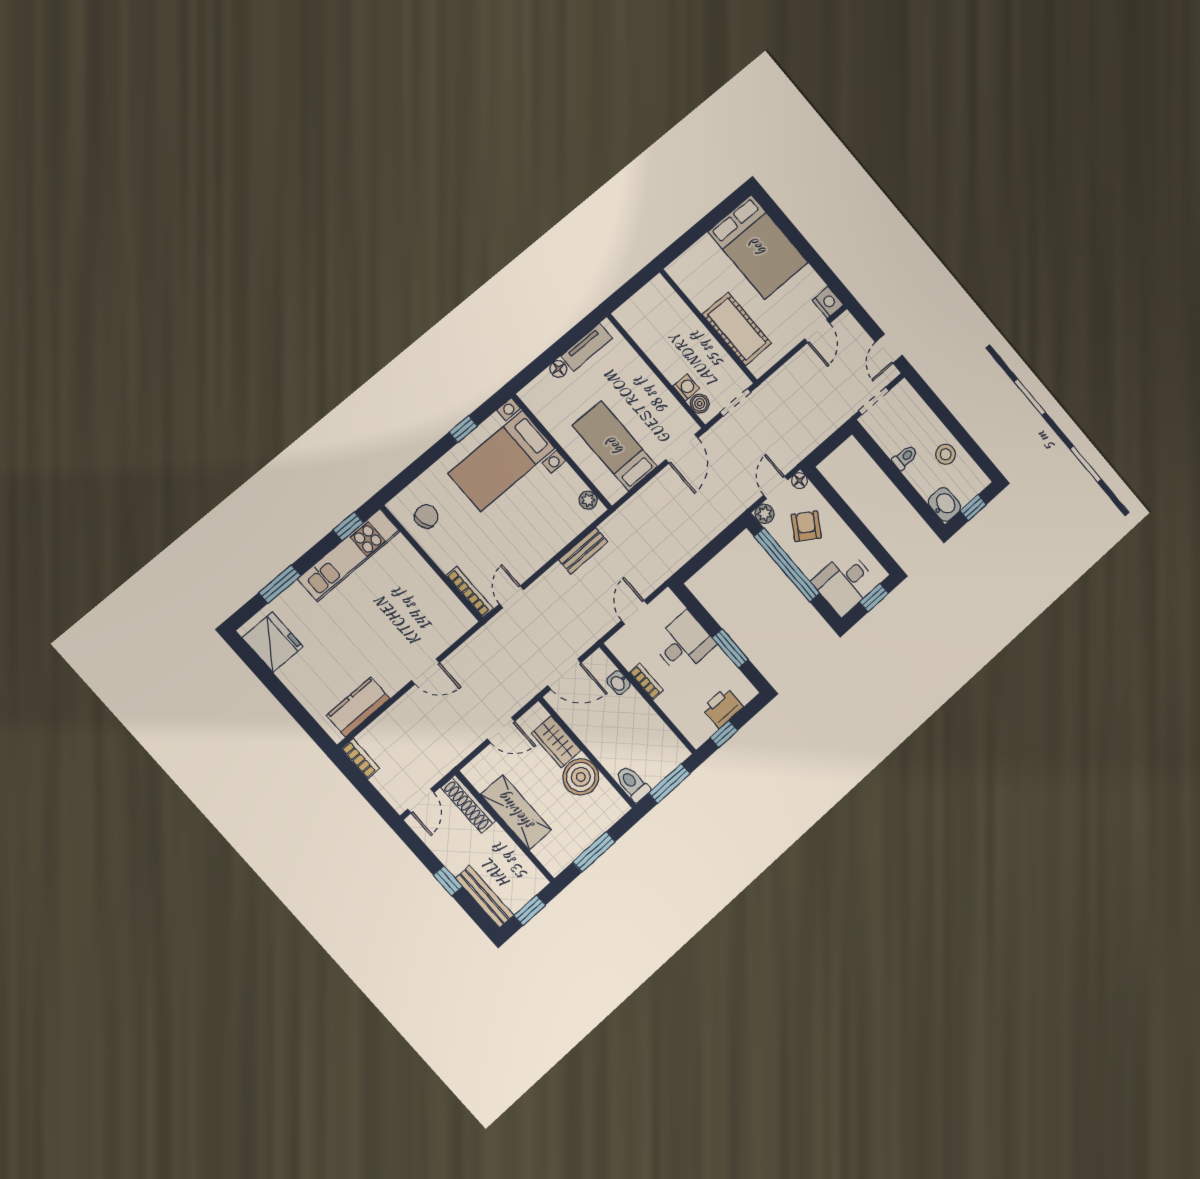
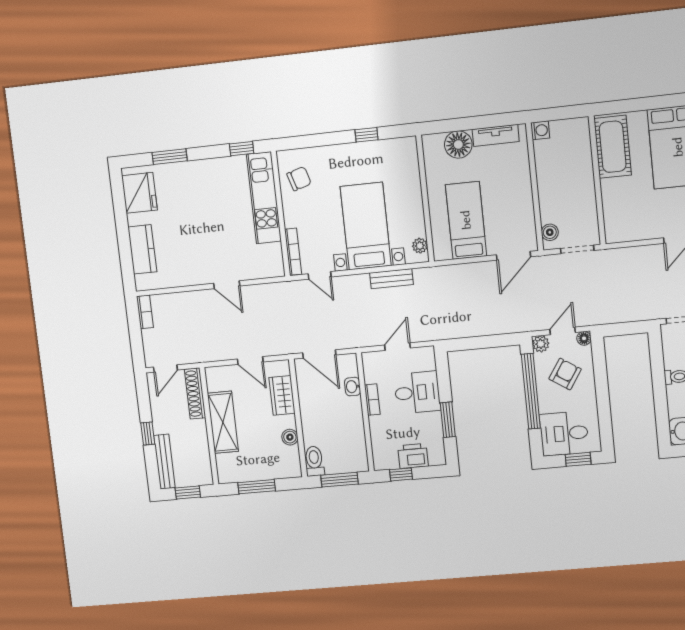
cot: (737, 329) -> (613, 147), moved
floor lamp: (558, 369) -> (458, 145), width x1.89, depth x1.89
washing machine: (686, 387) -> (540, 130), moved
bed with nightstands: (502, 461) -> (366, 226), moved, turned 90
kitchen unit: (349, 555) -> (264, 198), moved, turned 90
door: (512, 597) -> (320, 275), swing flipped
kitchen counter: (358, 707) -> (142, 249), moved, turned 90
boiler: (581, 777) -> (290, 437), width x0.54, depth x0.54

